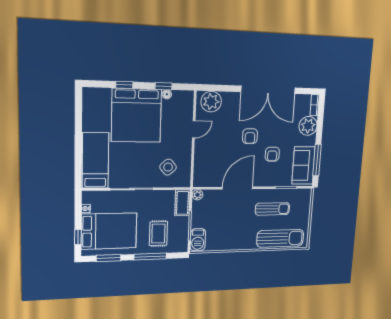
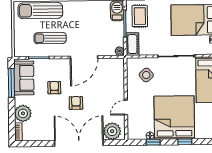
double door: (268, 90) -> (79, 143), moved
rug: (158, 234) -> (140, 16), moved

